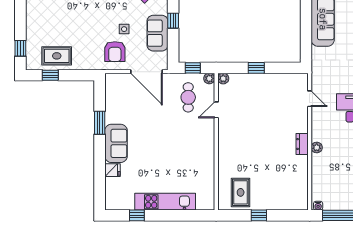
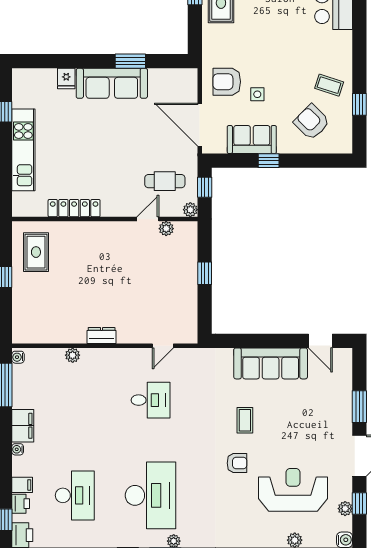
door: (146, 72) -> (200, 125), hinge flipped
plant: (223, 79) -> (166, 229), moved
door: (216, 110) -> (148, 219), hinge flipped
sofa: (116, 143) -> (112, 83), width x1.36
plant: (317, 148) -> (73, 355), moved
locker: (208, 164) -> (74, 208), added
rug: (241, 192) -> (36, 252), turned 90

